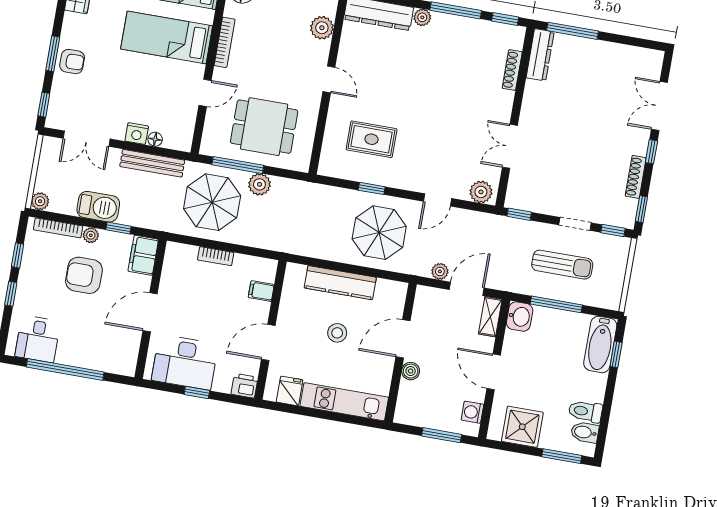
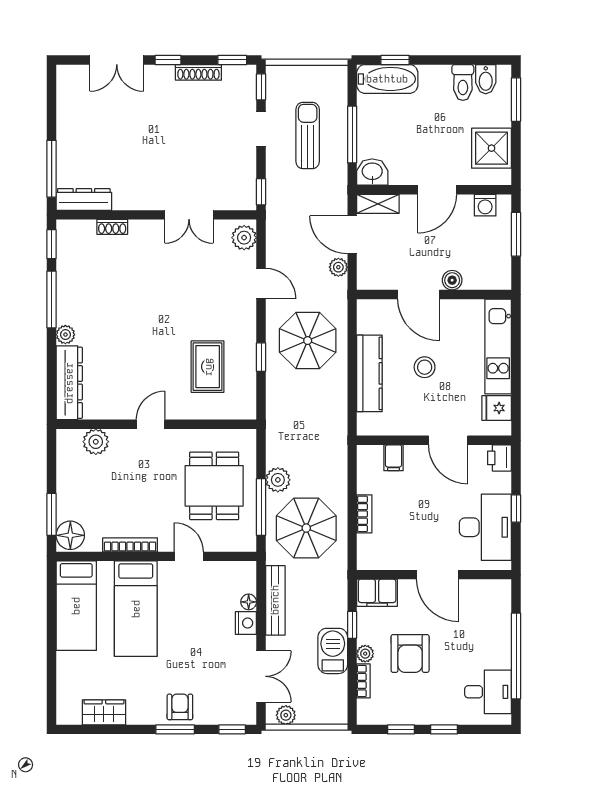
shoe rack: (512, 70) -> (112, 227), width x0.70
plant: (40, 201) -> (286, 715), moved
bookcase: (58, 228) -> (363, 681), width x0.64

